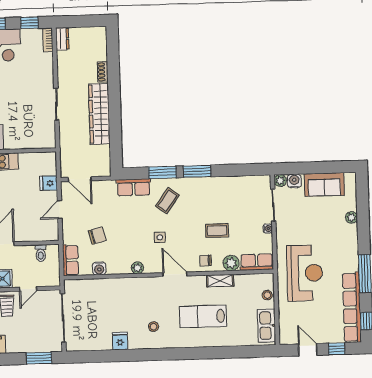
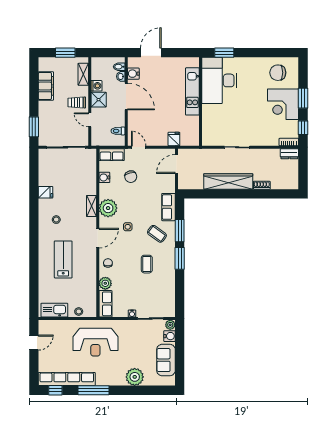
door: (60, 210) -> (139, 147), moved
plant: (351, 217) -> (135, 377), width x1.88, depth x1.88
coffee table: (217, 231) -> (147, 264), moved
plant: (137, 268) -> (108, 208), width x1.87, depth x1.87
shelving: (220, 281) -> (91, 206), moved
window: (337, 349) -> (34, 366), removed

